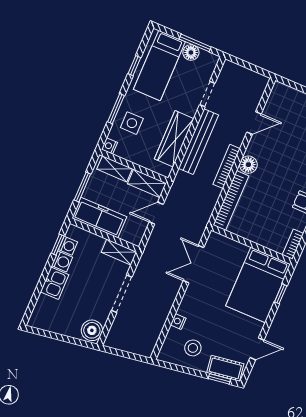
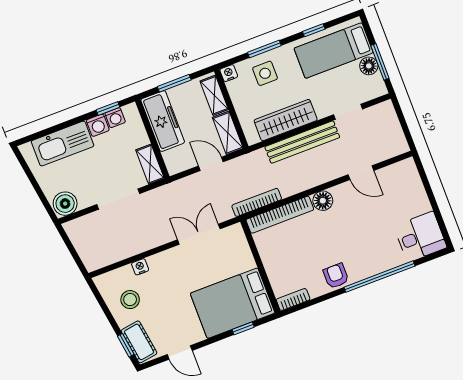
bookcase: (227, 166) -> (257, 202), moved
kitchen sink: (55, 283) -> (63, 144), width x1.87, depth x1.24

